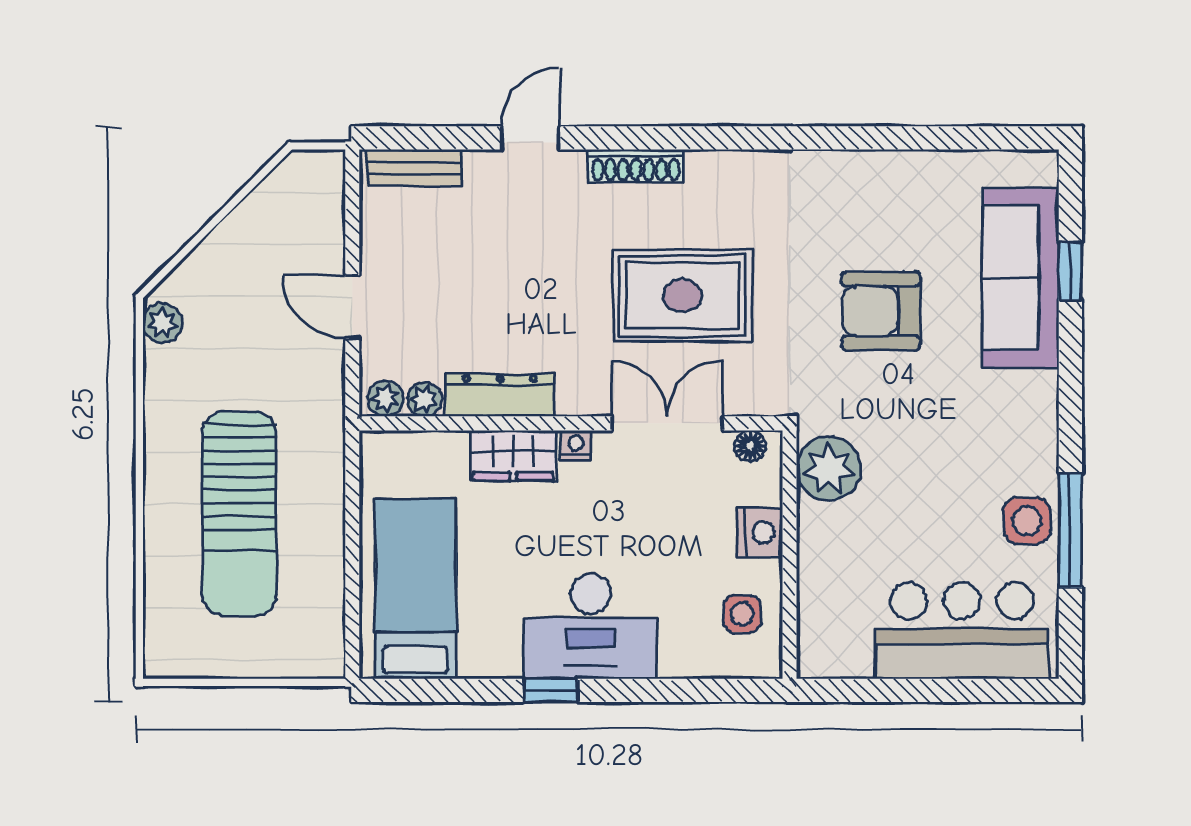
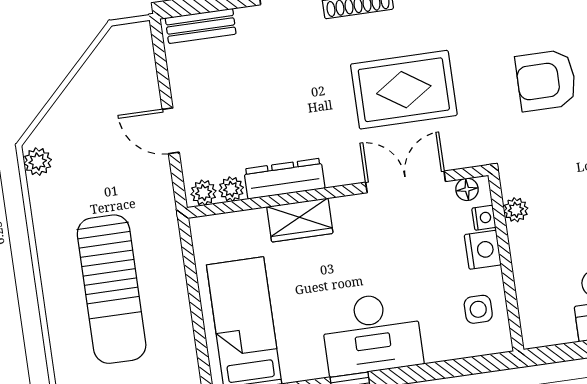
nightstand: (576, 445) -> (484, 218), moved, turned 90
plant: (829, 469) -> (516, 210), width x0.53, depth x0.53

